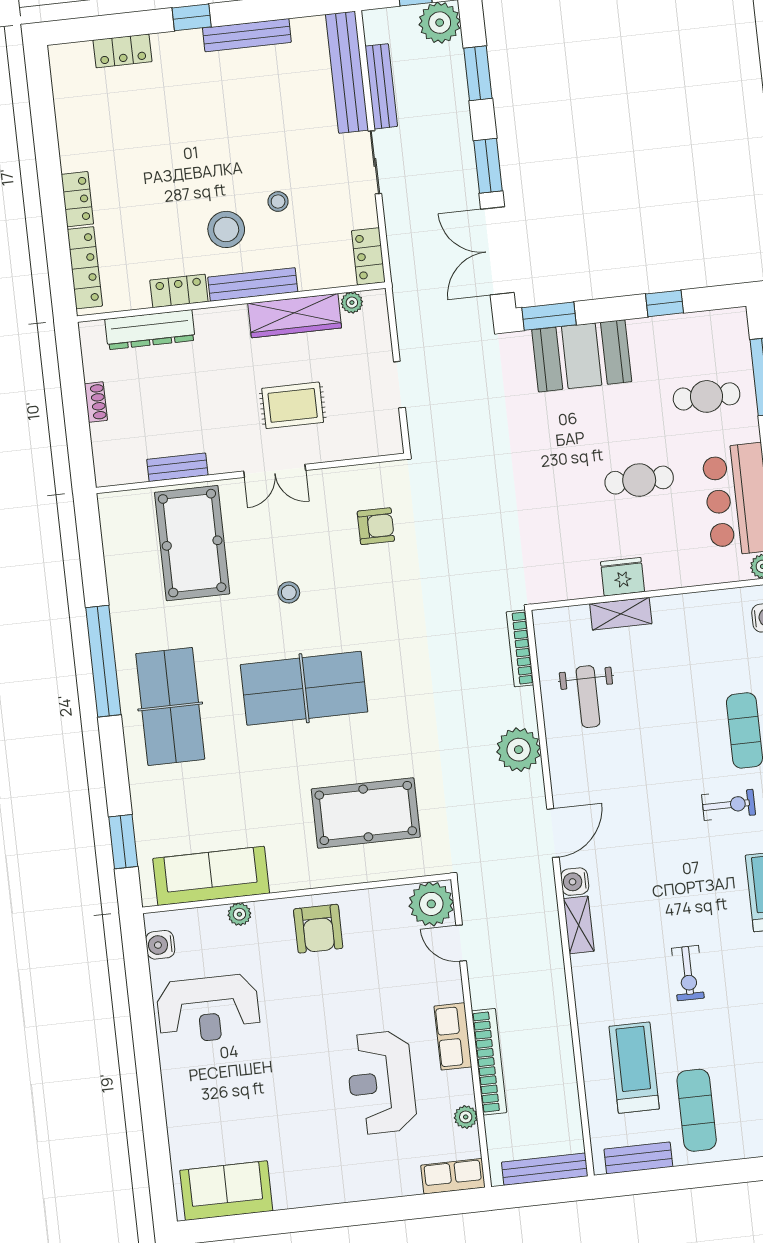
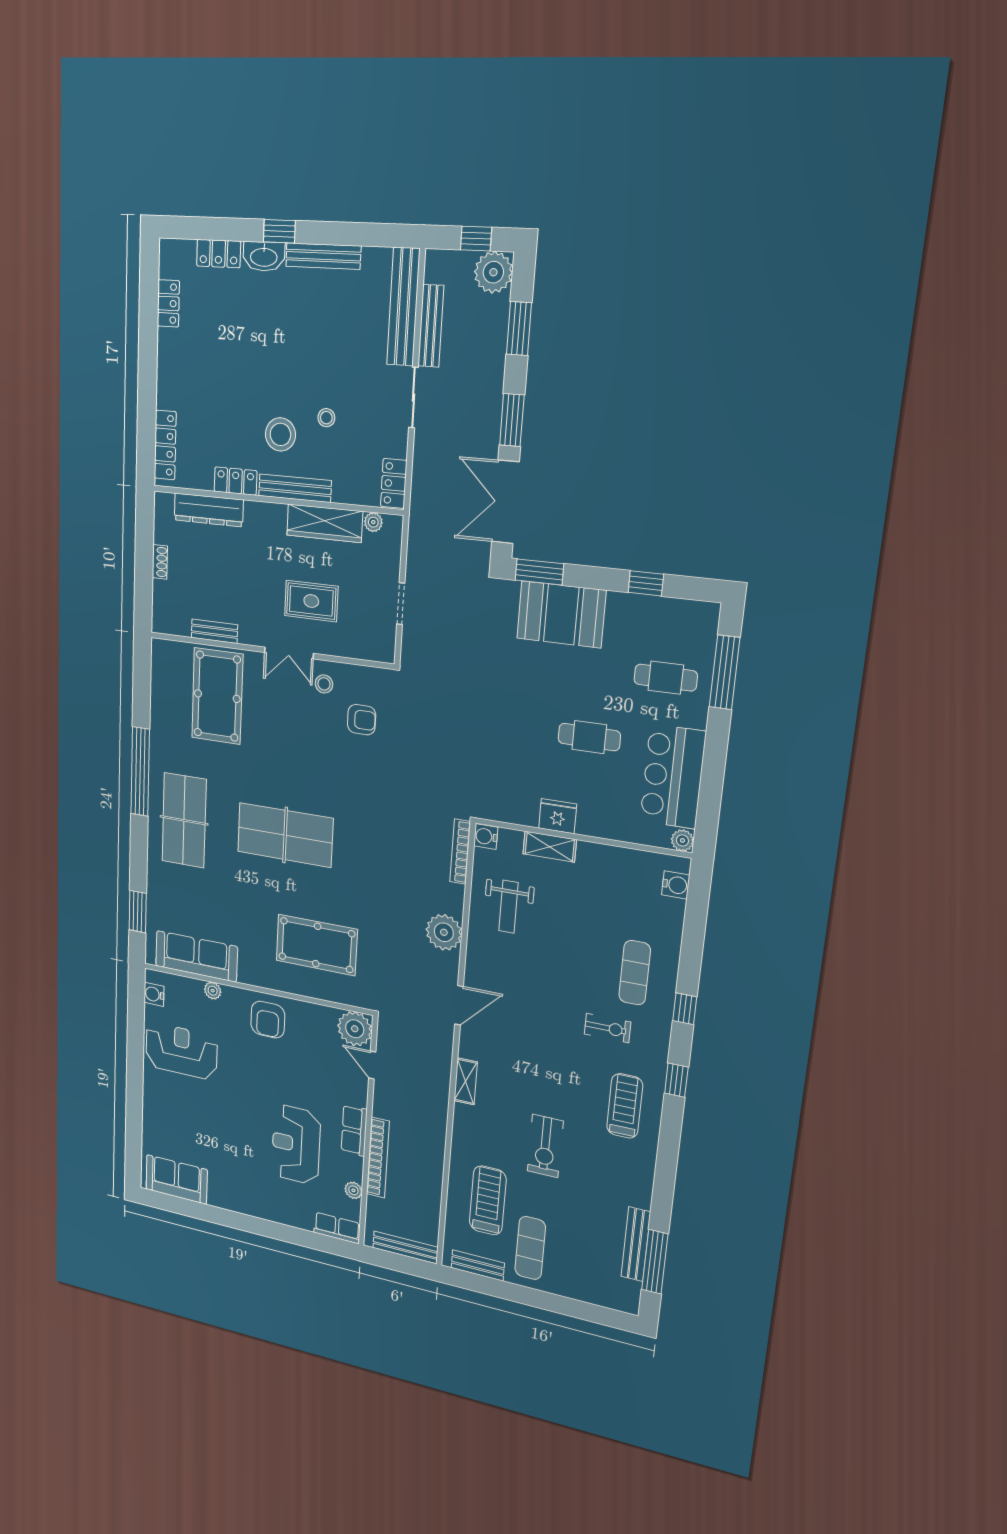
washbasin: (177, 46) -> (264, 256), added
locker: (77, 199) -> (168, 303), moved
stool: (289, 592) -> (324, 684), moved
water cooler: (575, 882) -> (486, 836), moved
exercise bike: (688, 973) -> (545, 1146), width x1.38, depth x1.39
reception desk: (208, 1009) -> (181, 1051), turned 180

